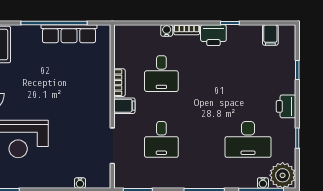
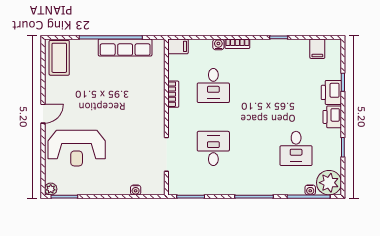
printer: (213, 35) -> (331, 92), moved, turned 90
filing cabinet: (124, 106) -> (178, 46), moved
desk: (161, 139) -> (213, 148), turned 180
desk: (248, 139) -> (296, 148), width x0.73

